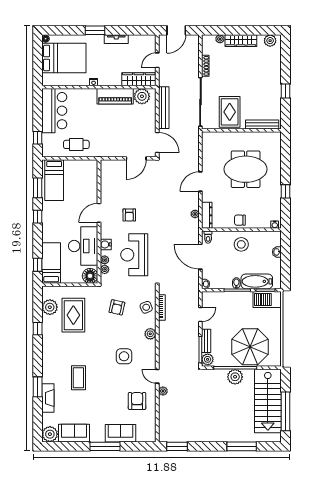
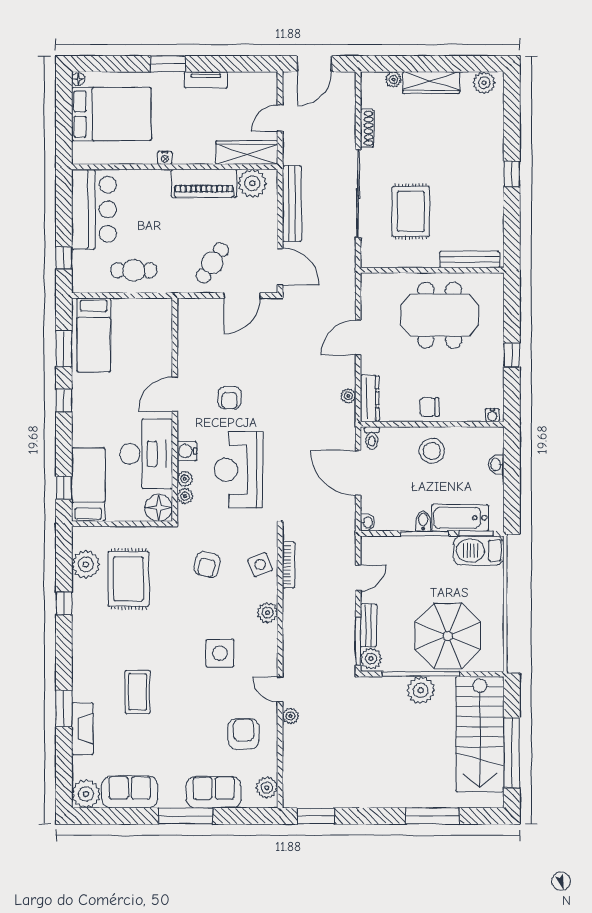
bench: (262, 124) -> (470, 260), moved
wall: (241, 130) -> (432, 270), moved
cafe table: (120, 140) -> (212, 263), added
plant: (150, 431) -> (267, 788), added

